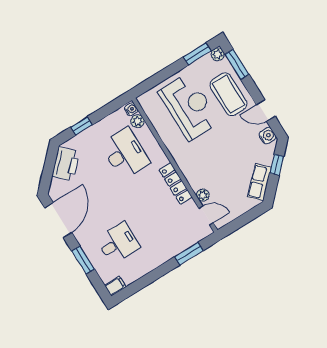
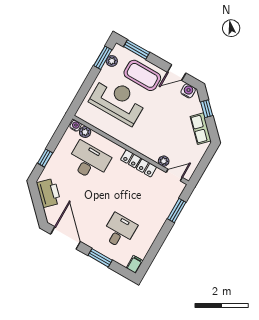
plant: (218, 54) -> (112, 61), moved

